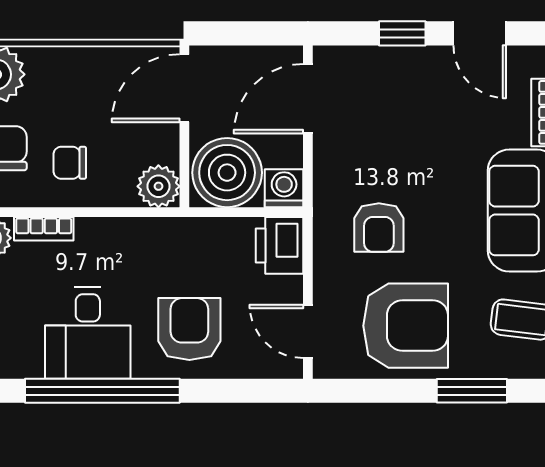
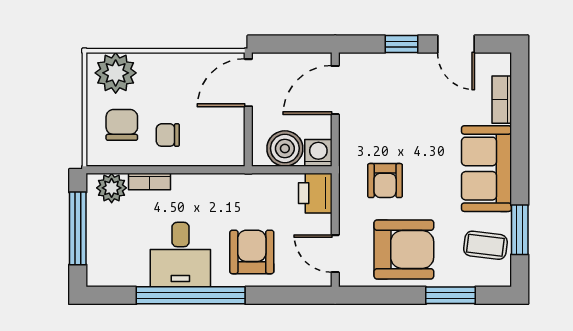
boiler: (227, 173) -> (285, 148), width x0.73, depth x0.73
plant: (158, 186) -> (230, 152), removed

